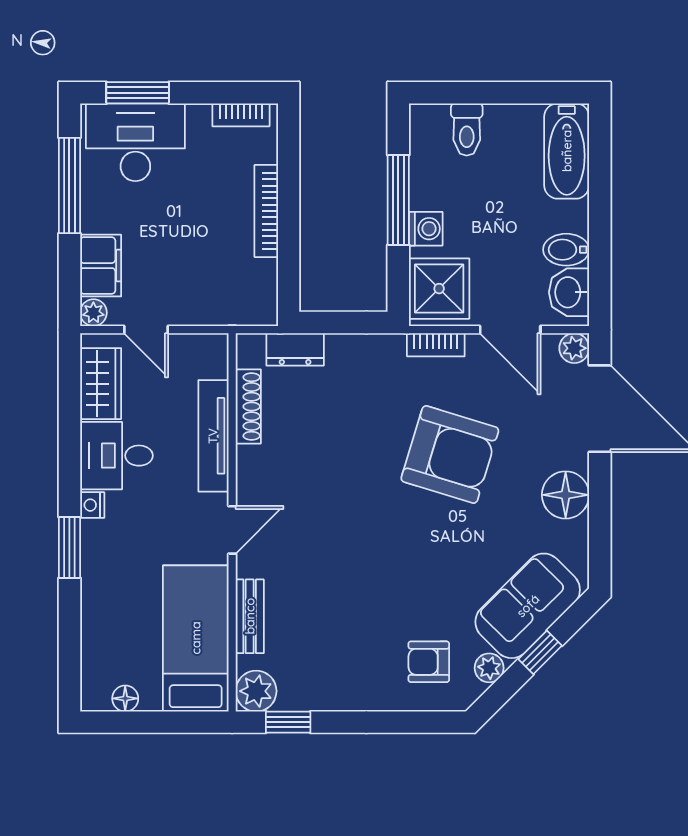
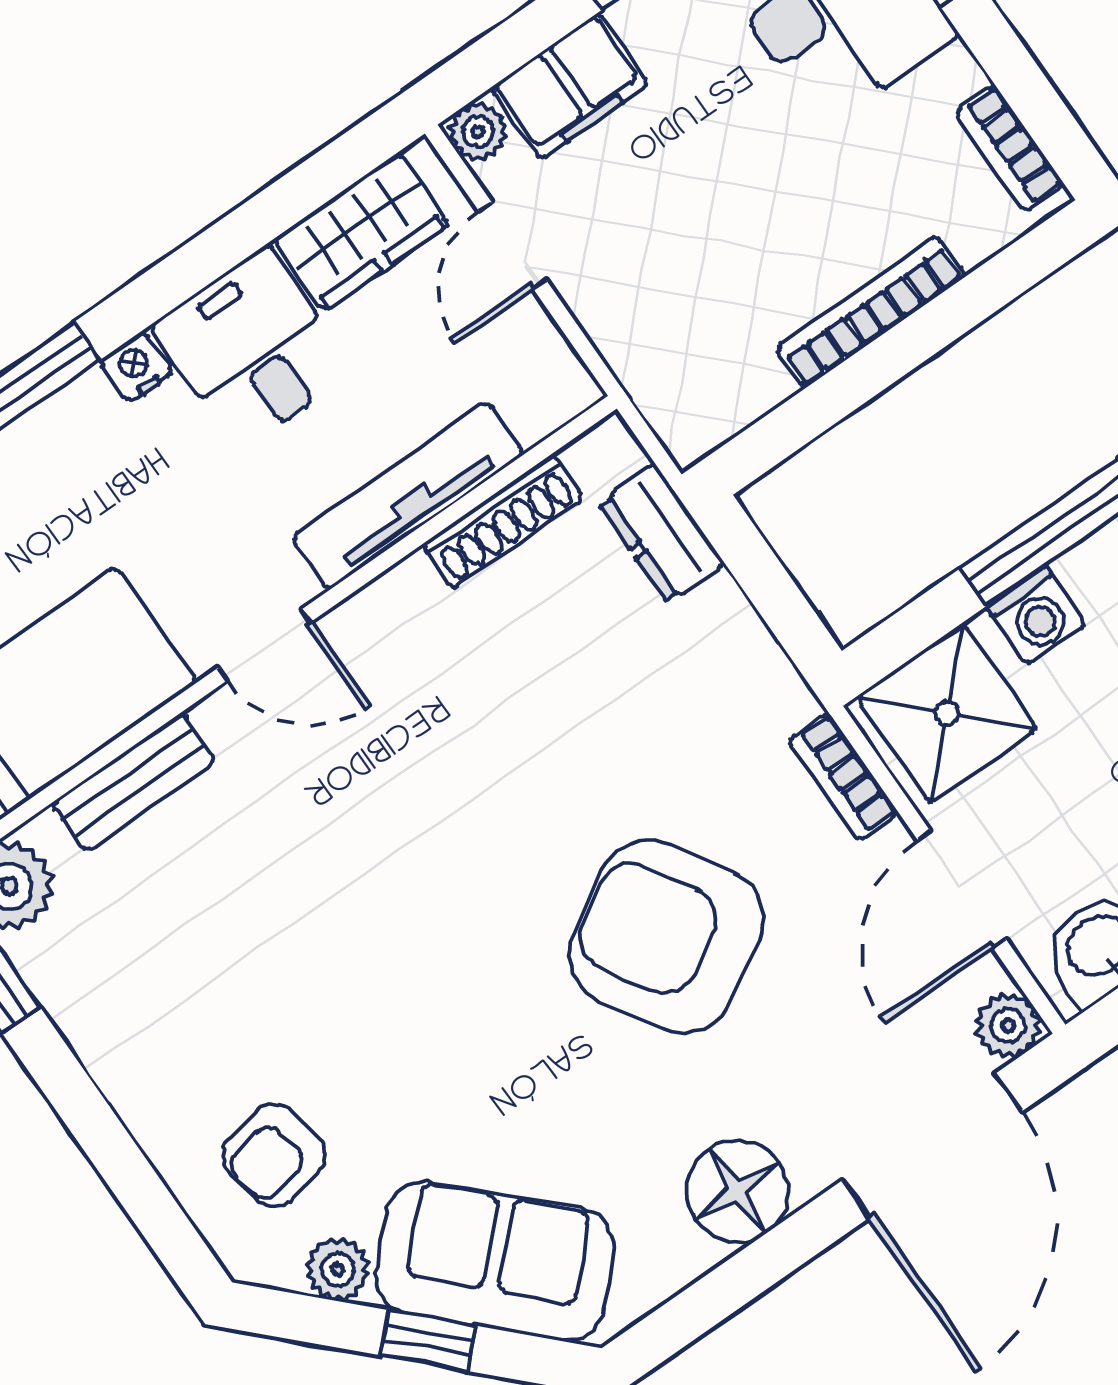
armchair: (450, 454) -> (667, 937), turned 132
armchair: (429, 662) -> (274, 1155), turned -101

